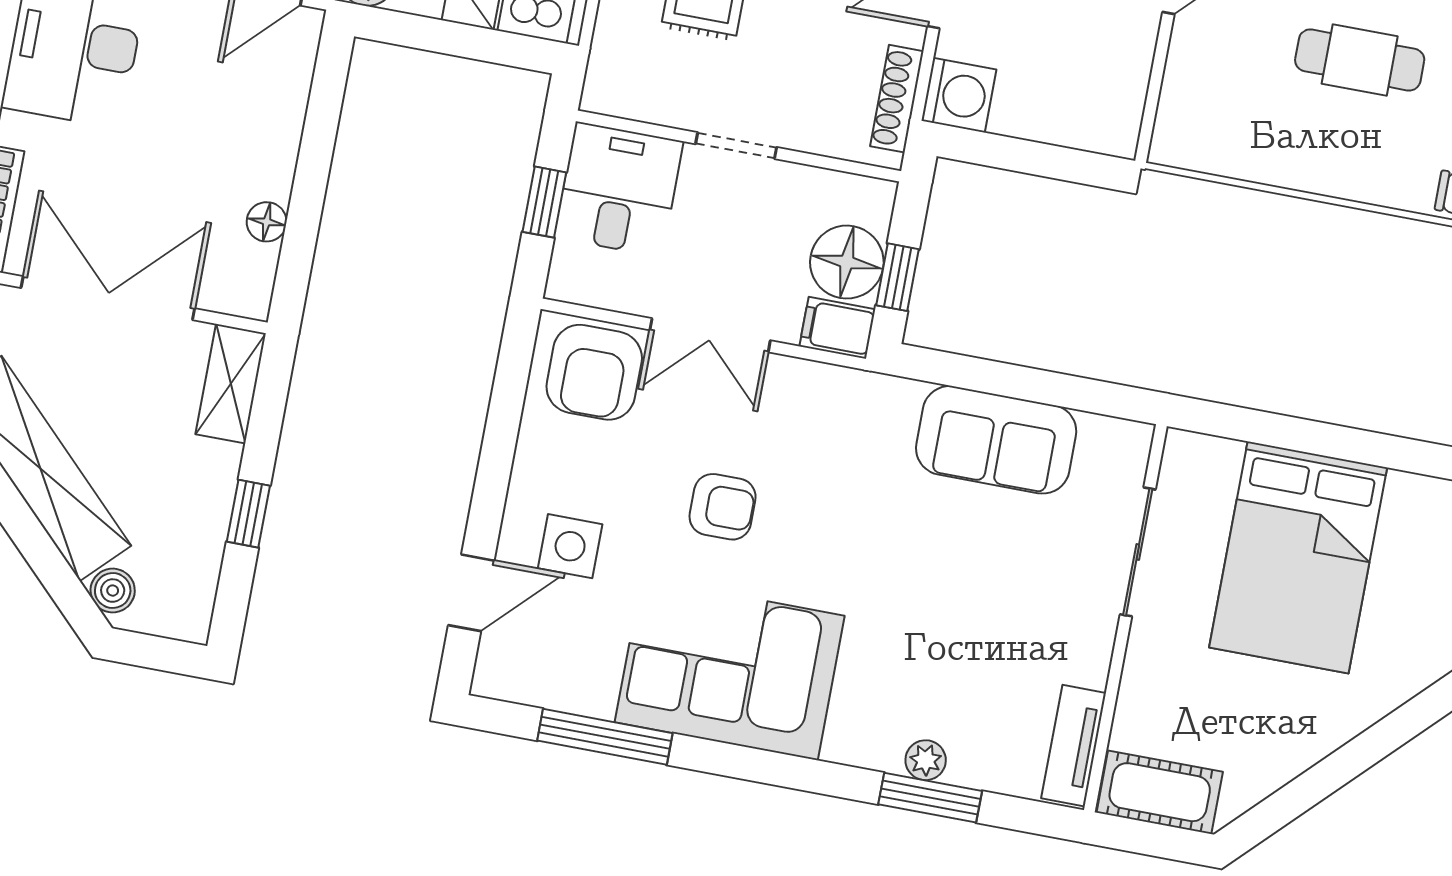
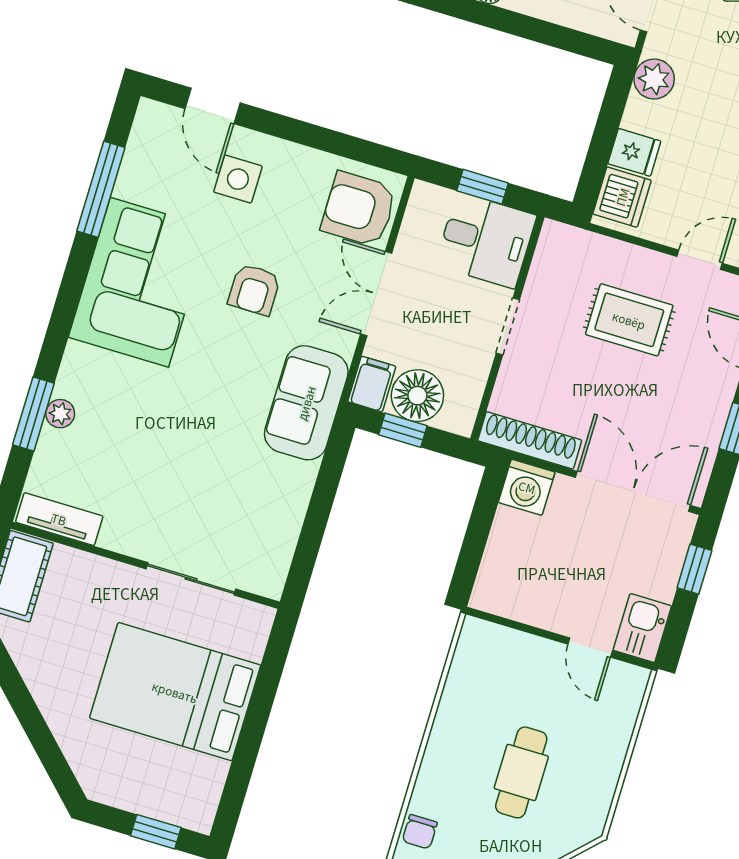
shoe rack: (897, 99) -> (530, 440), width x1.36, depth x1.24
sofa: (996, 440) -> (306, 403), moved

